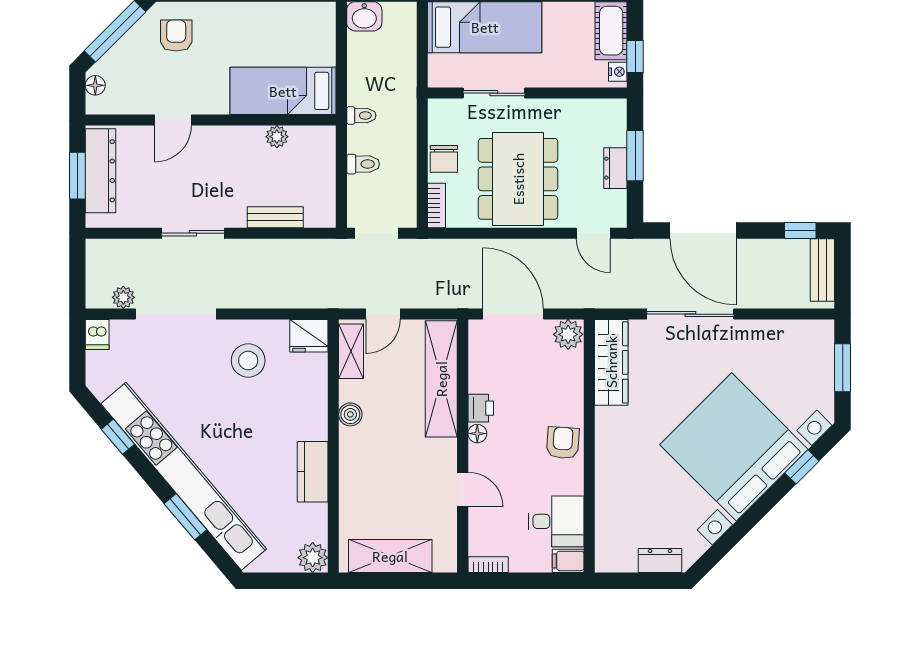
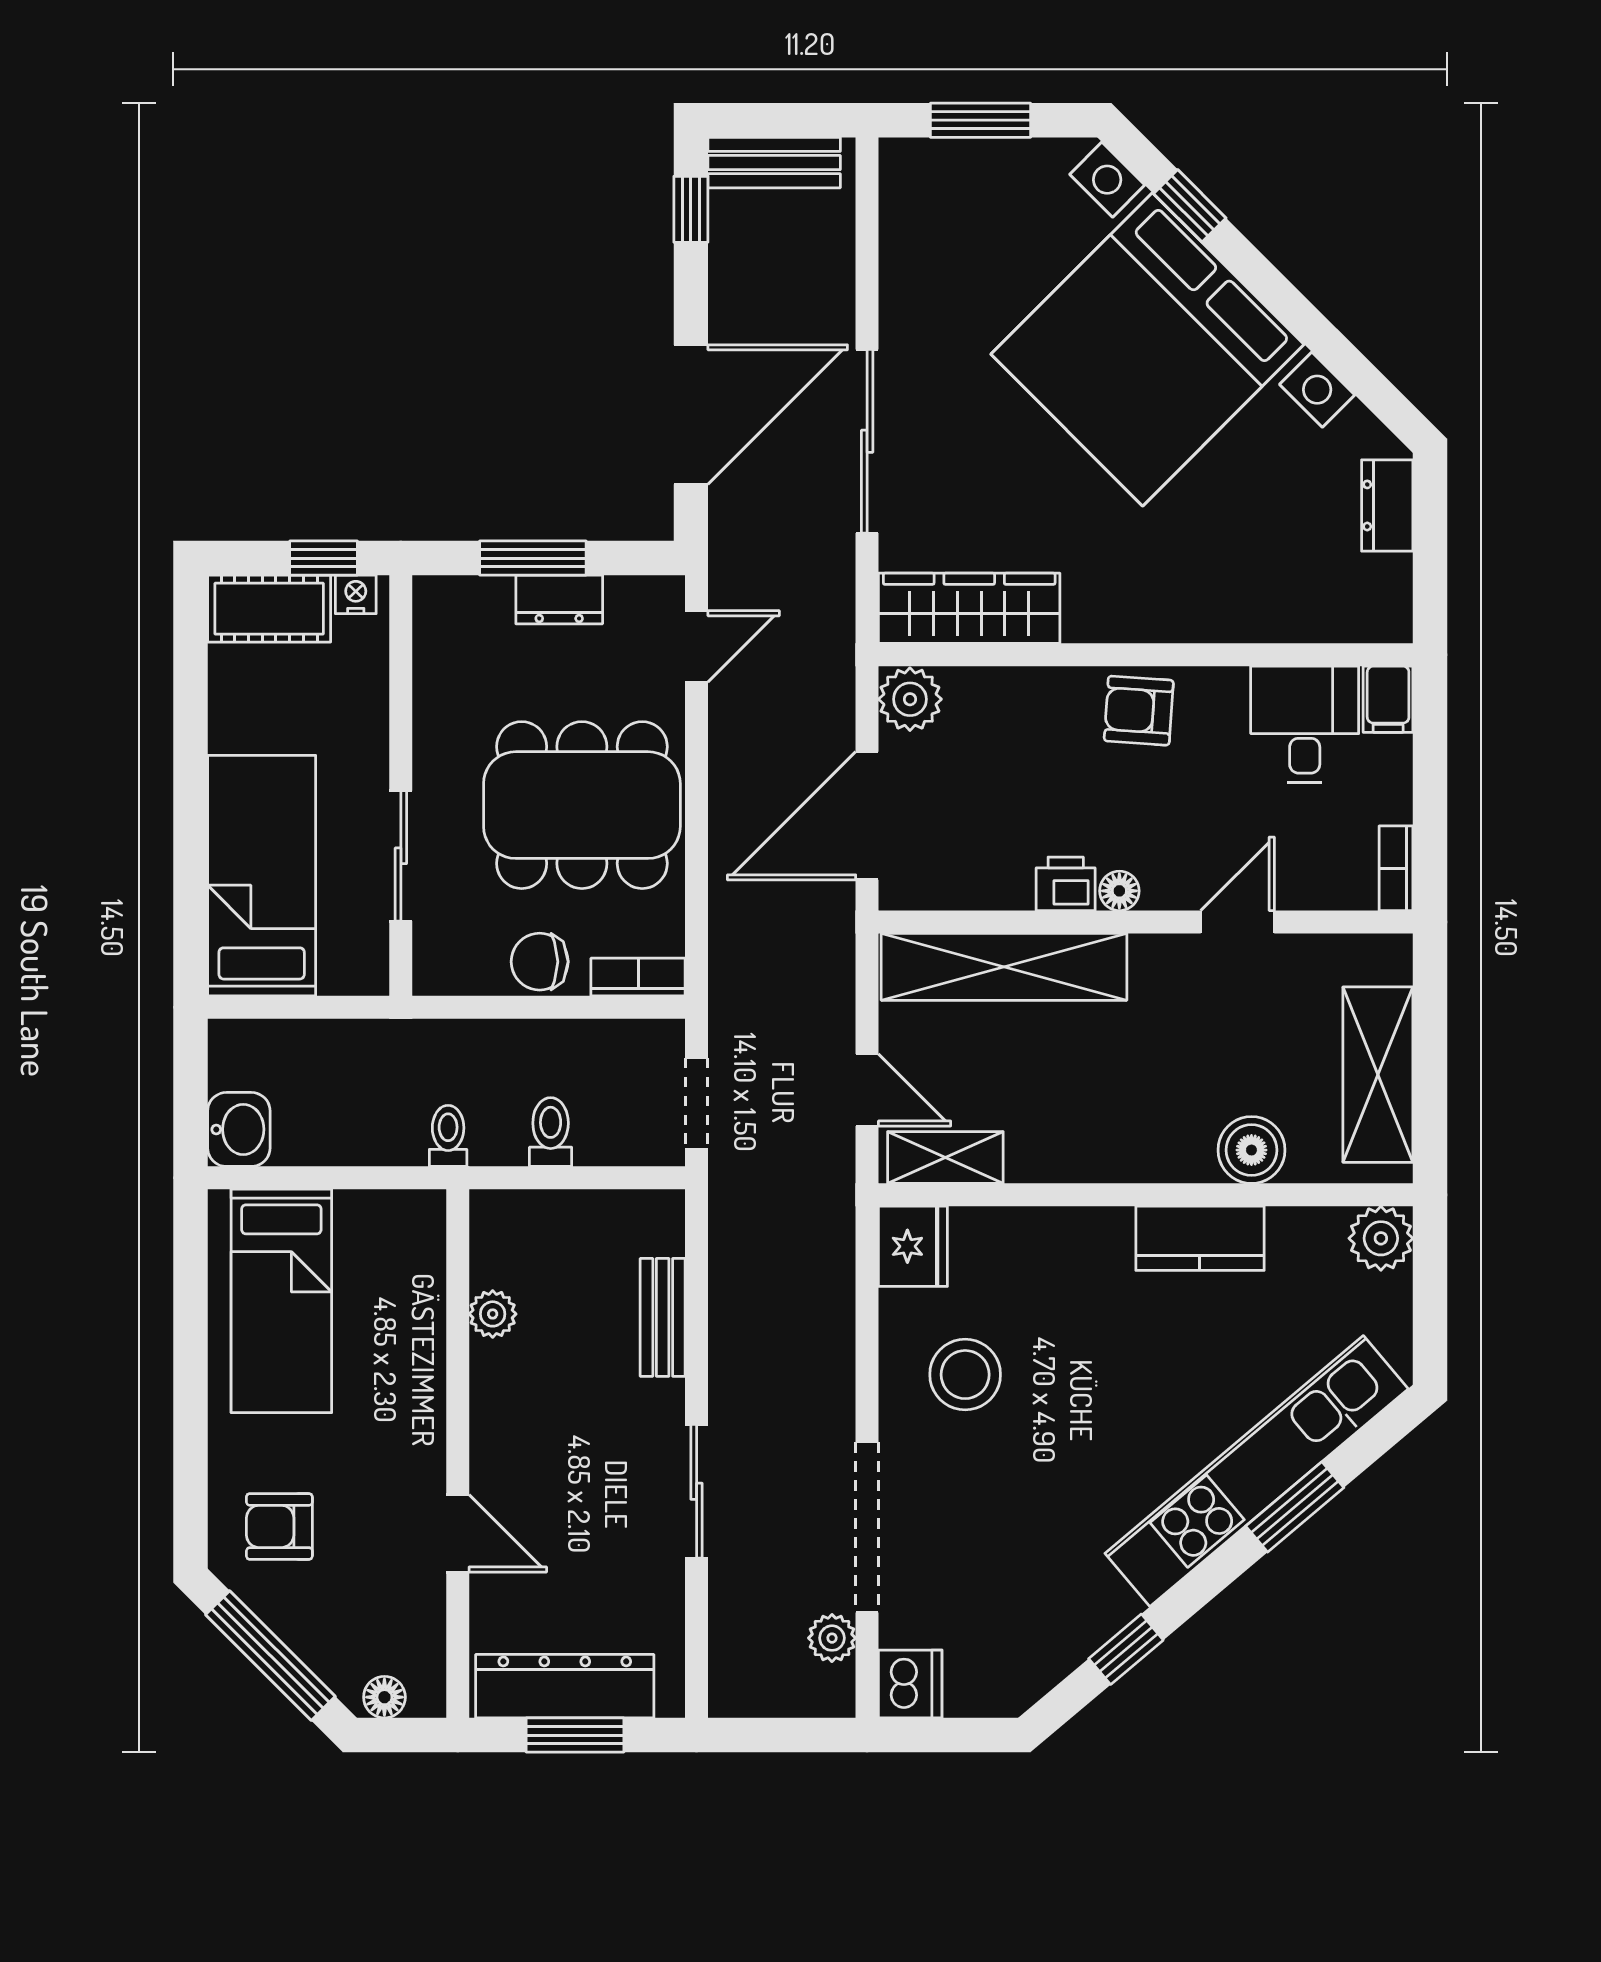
bed: (283, 91) -> (281, 1301), moved
chair: (444, 159) -> (540, 962), turned 180
dishwasher: (97, 334) -> (910, 1684), width x1.38
boiler: (350, 414) -> (1251, 1150), moved, width x1.36, depth x1.36
kitchen unit: (184, 476) -> (1257, 1471), width x0.73

